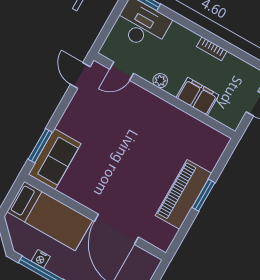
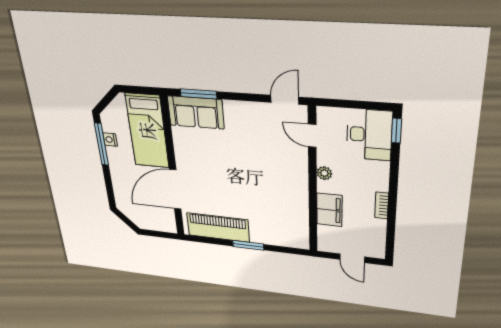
piano: (183, 194) -> (218, 228), moved

